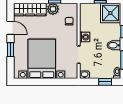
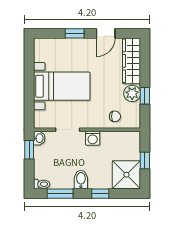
bed with nightstands: (42, 59) -> (62, 86), width x0.73
window: (105, 82) -> (29, 150), moved

